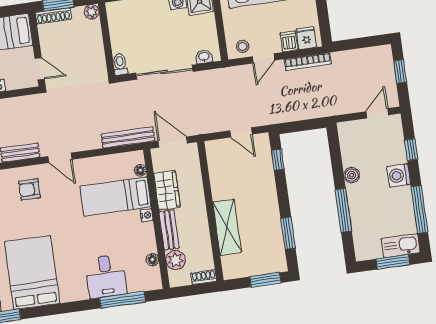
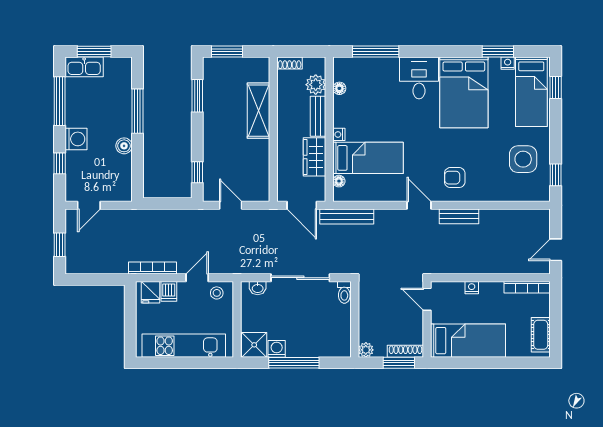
armchair: (30, 189) -> (455, 178), turned 180
desk: (106, 276) -> (419, 78), moved

